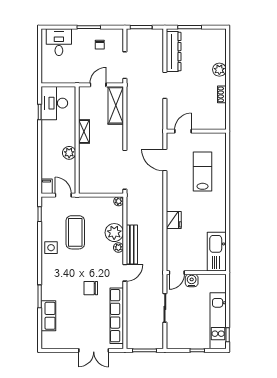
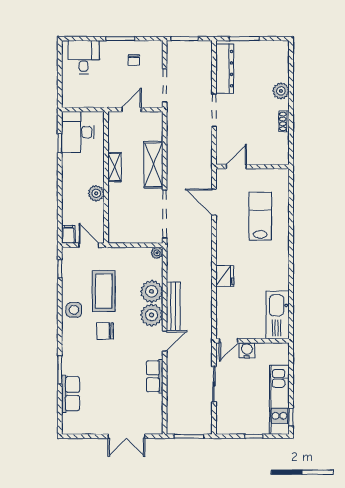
shelving: (116, 105) -> (153, 165), moved
plant: (118, 248) -> (152, 315), width x1.87, depth x1.87
chair: (91, 288) -> (105, 331), moved
row of seats: (117, 316) -> (155, 376), width x0.50

